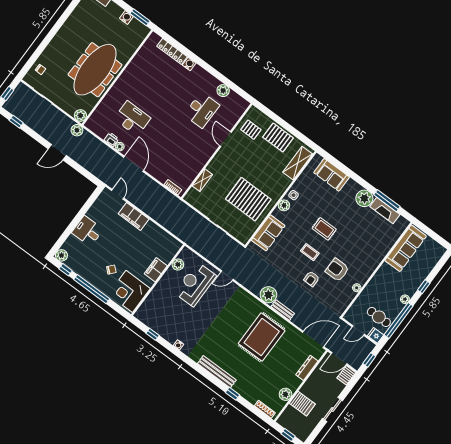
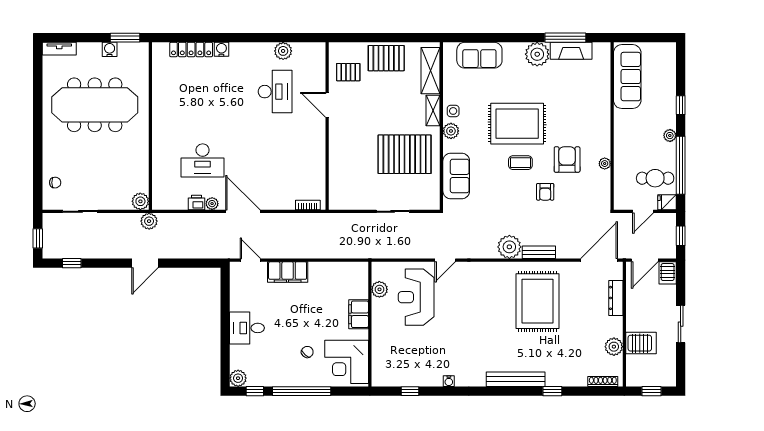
meeting table: (95, 70) -> (95, 105), moved, turned 90
desk: (132, 118) -> (203, 160), turned 180
shelving: (202, 180) -> (433, 111), moved
rug: (324, 229) -> (517, 124), width x1.86, depth x2.06
armchair: (337, 270) -> (567, 160), turned 90

